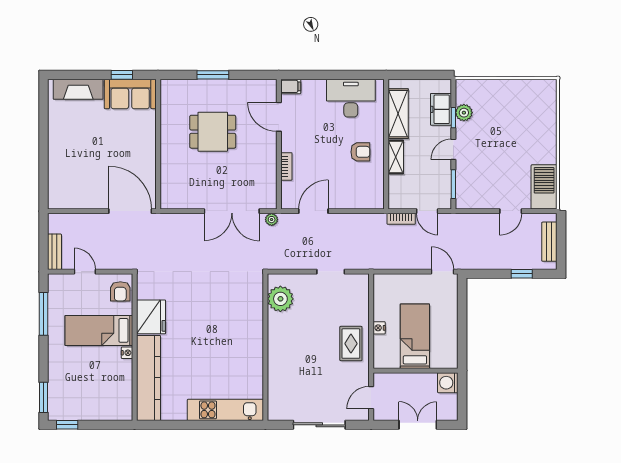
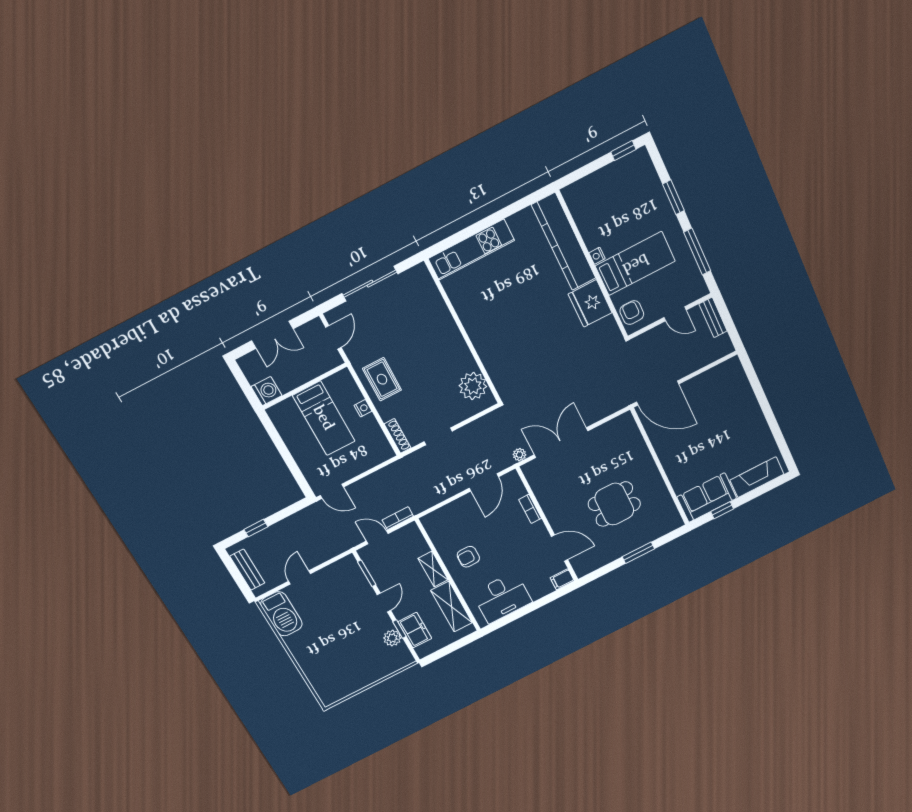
shoe rack: (364, 290) -> (398, 436), added
window: (43, 397) -> (673, 197), moved

